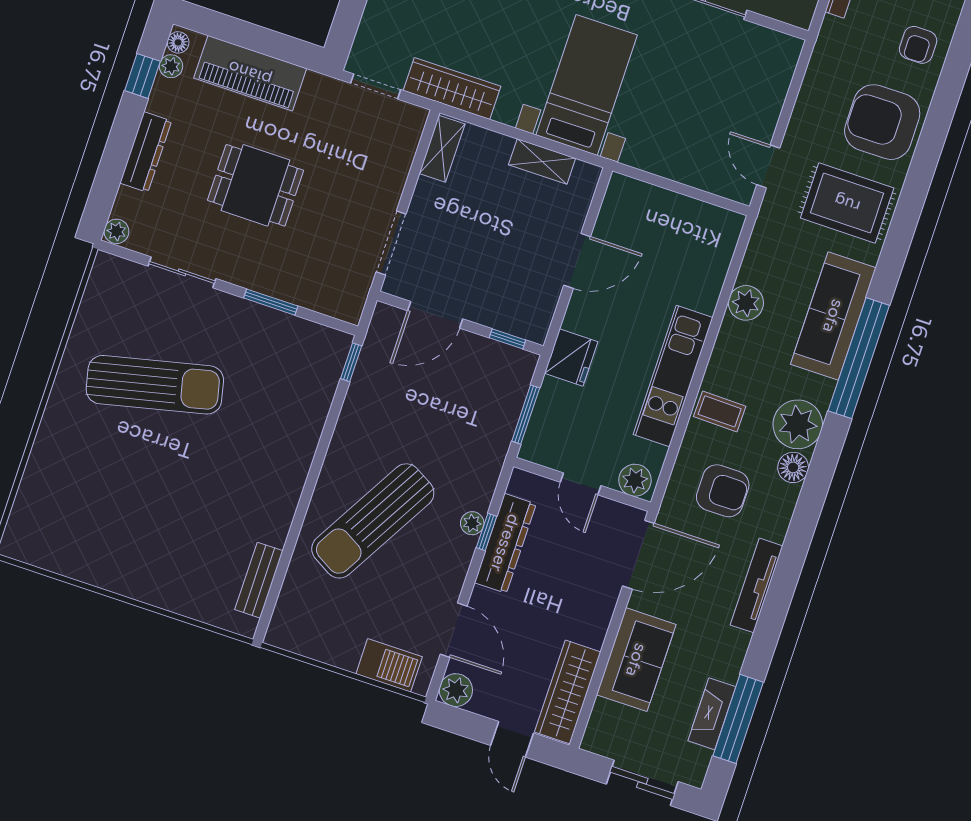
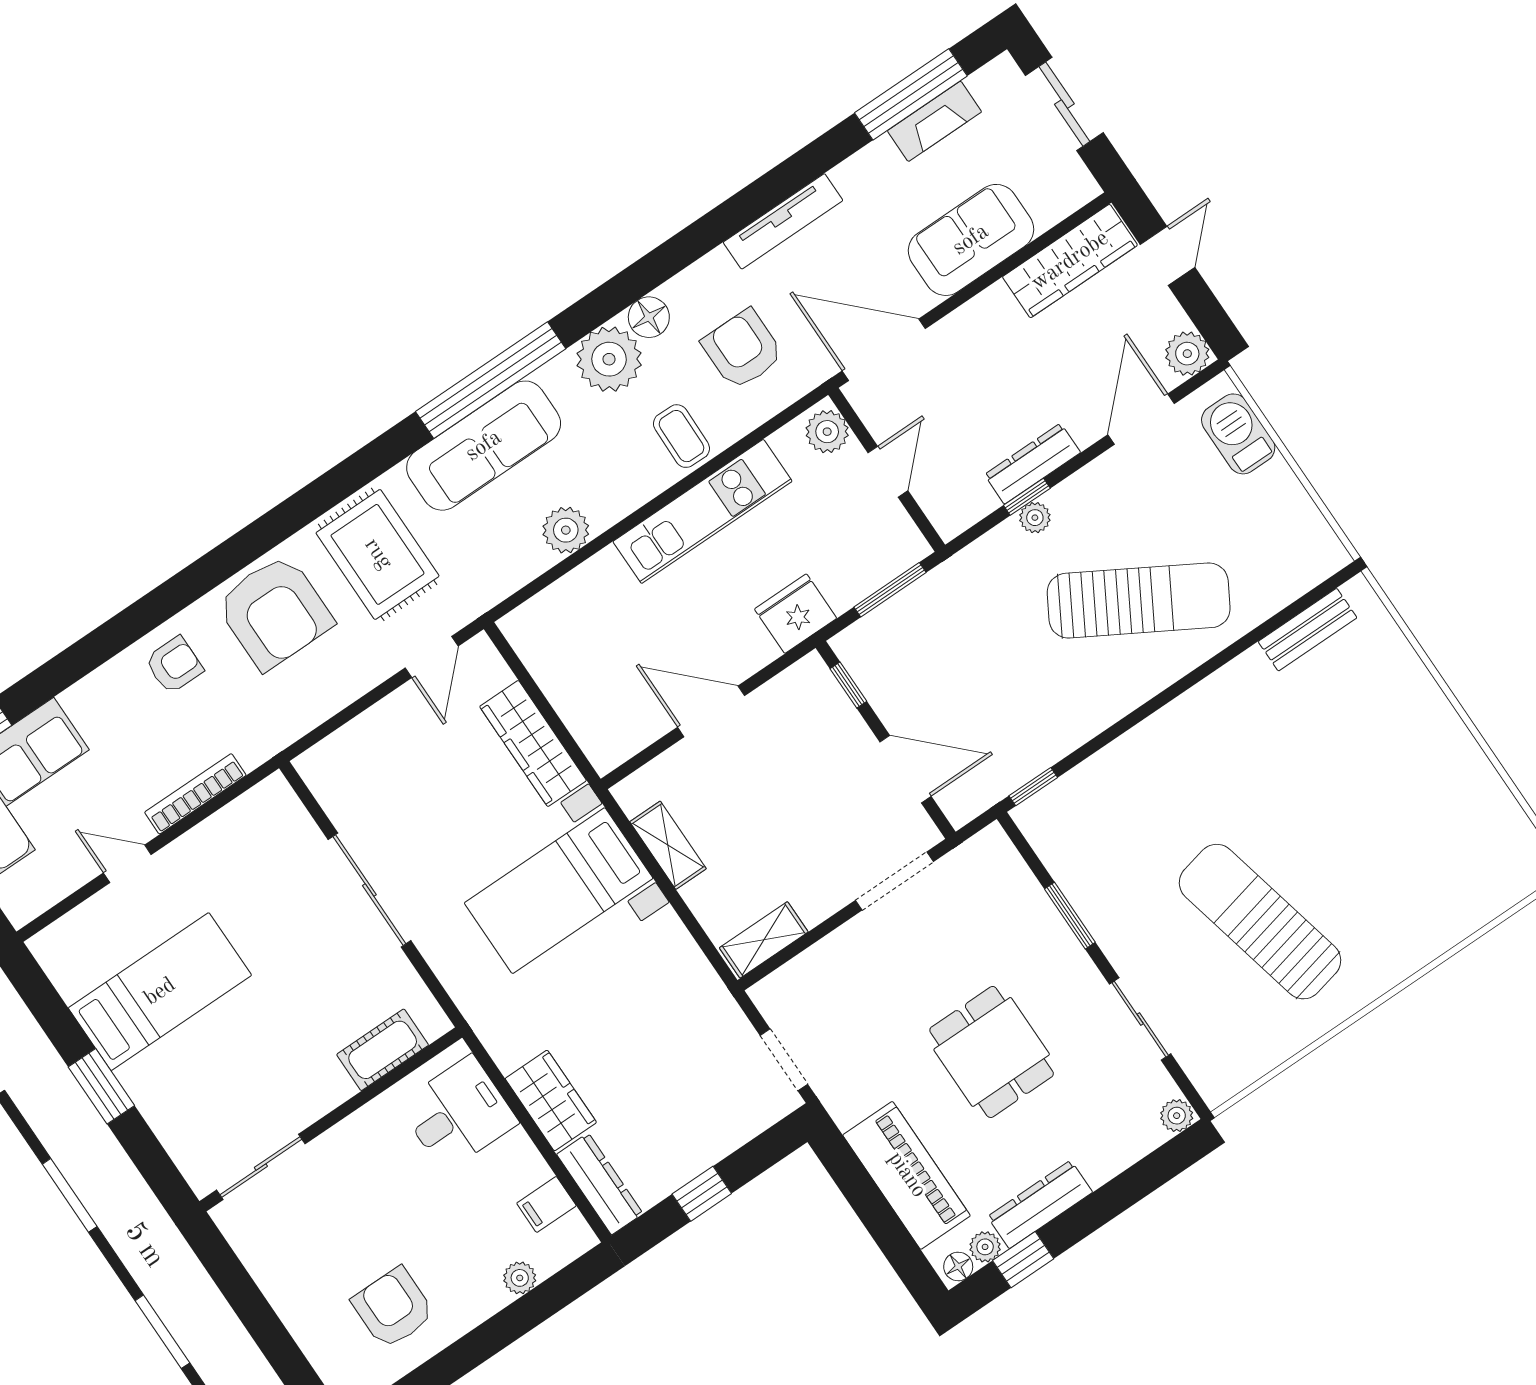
wardrobe: (452, 88) -> (533, 743), moved
dresser: (146, 152) -> (1040, 1204), moved
dresser: (505, 543) -> (1033, 464), width x0.73, depth x0.80

